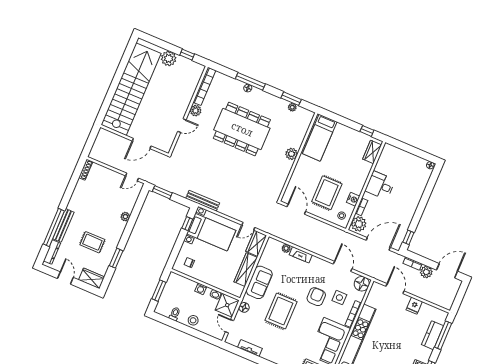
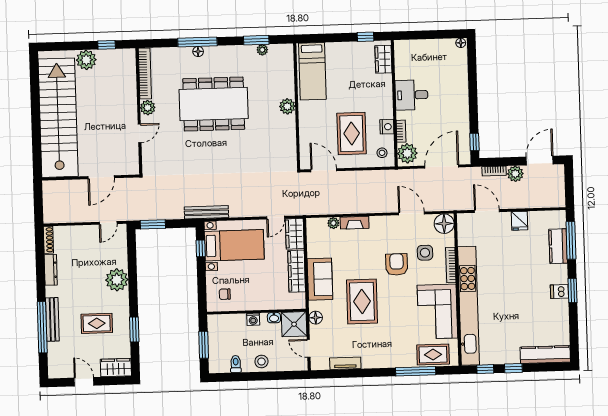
plant: (125, 217) -> (117, 280), width x1.88, depth x1.88
dresser: (52, 252) -> (51, 270), moved

